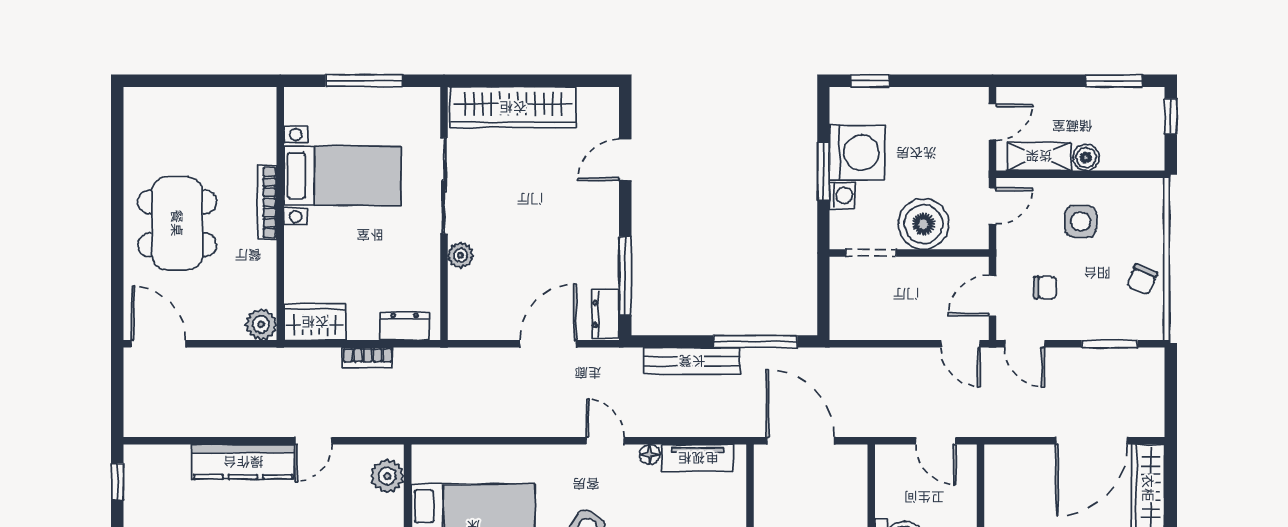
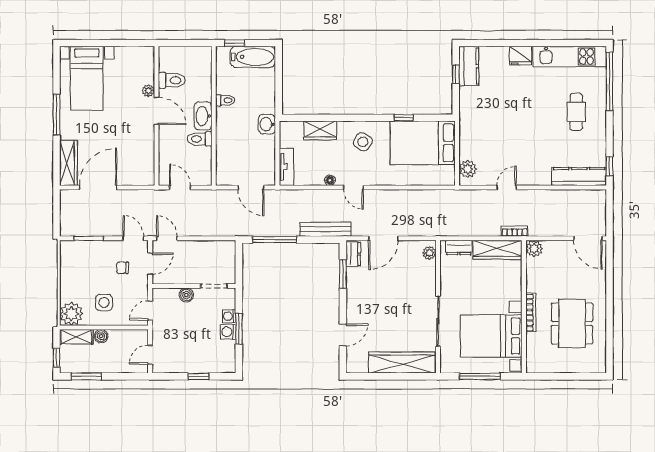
window: (870, 81) -> (198, 376), moved
washing machine: (857, 153) -> (228, 332), width x0.53, depth x0.53
shelving: (1039, 156) -> (76, 337), moved
bed with nightstands: (343, 176) -> (491, 336), width x1.36
plant: (1142, 200) -> (71, 314), added
dining table: (177, 223) -> (572, 323), moved
boiler: (924, 224) -> (186, 295), width x0.54, depth x0.54
plant: (460, 255) -> (429, 253), moved
window: (625, 276) -> (343, 274), width x0.69
chair: (1142, 279) -> (72, 272), removed
wardrobe: (315, 322) -> (498, 250), width x1.50
bookcase: (368, 358) -> (515, 231), moved
bench: (692, 361) -> (326, 229), moved
door: (800, 441) -> (251, 187), width x0.73
tv unit: (698, 458) -> (286, 167), moved, turned 90
kitchen counter: (243, 462) -> (579, 176), moved

